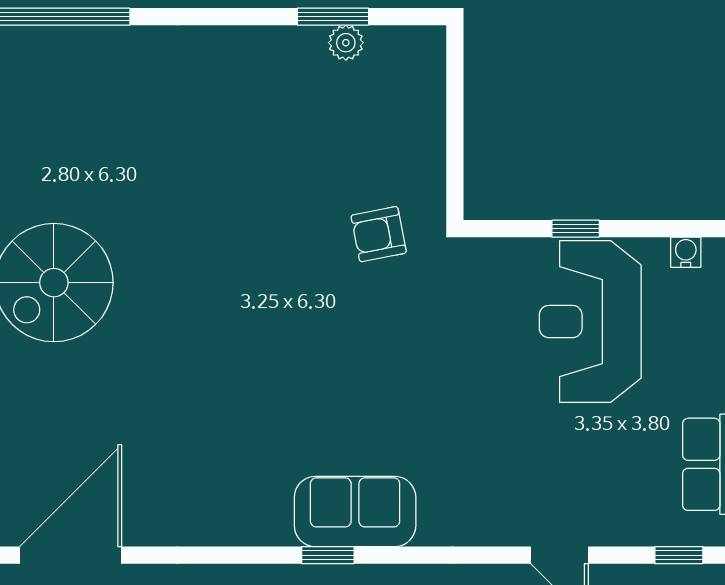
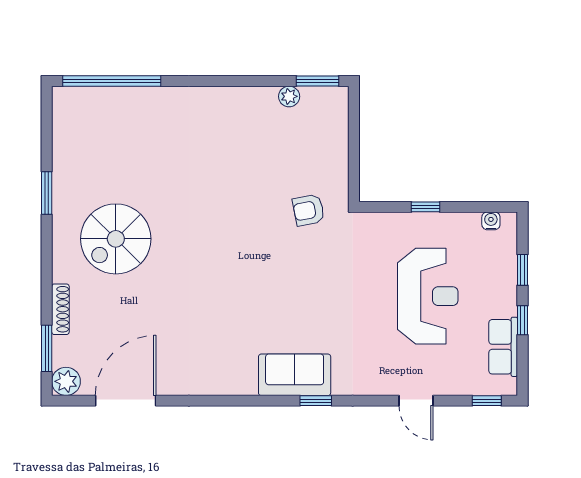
window: (333, 17) -> (318, 81), moved
reception desk: (590, 322) -> (428, 296), moved, turned 180
window: (328, 555) -> (316, 401), moved

